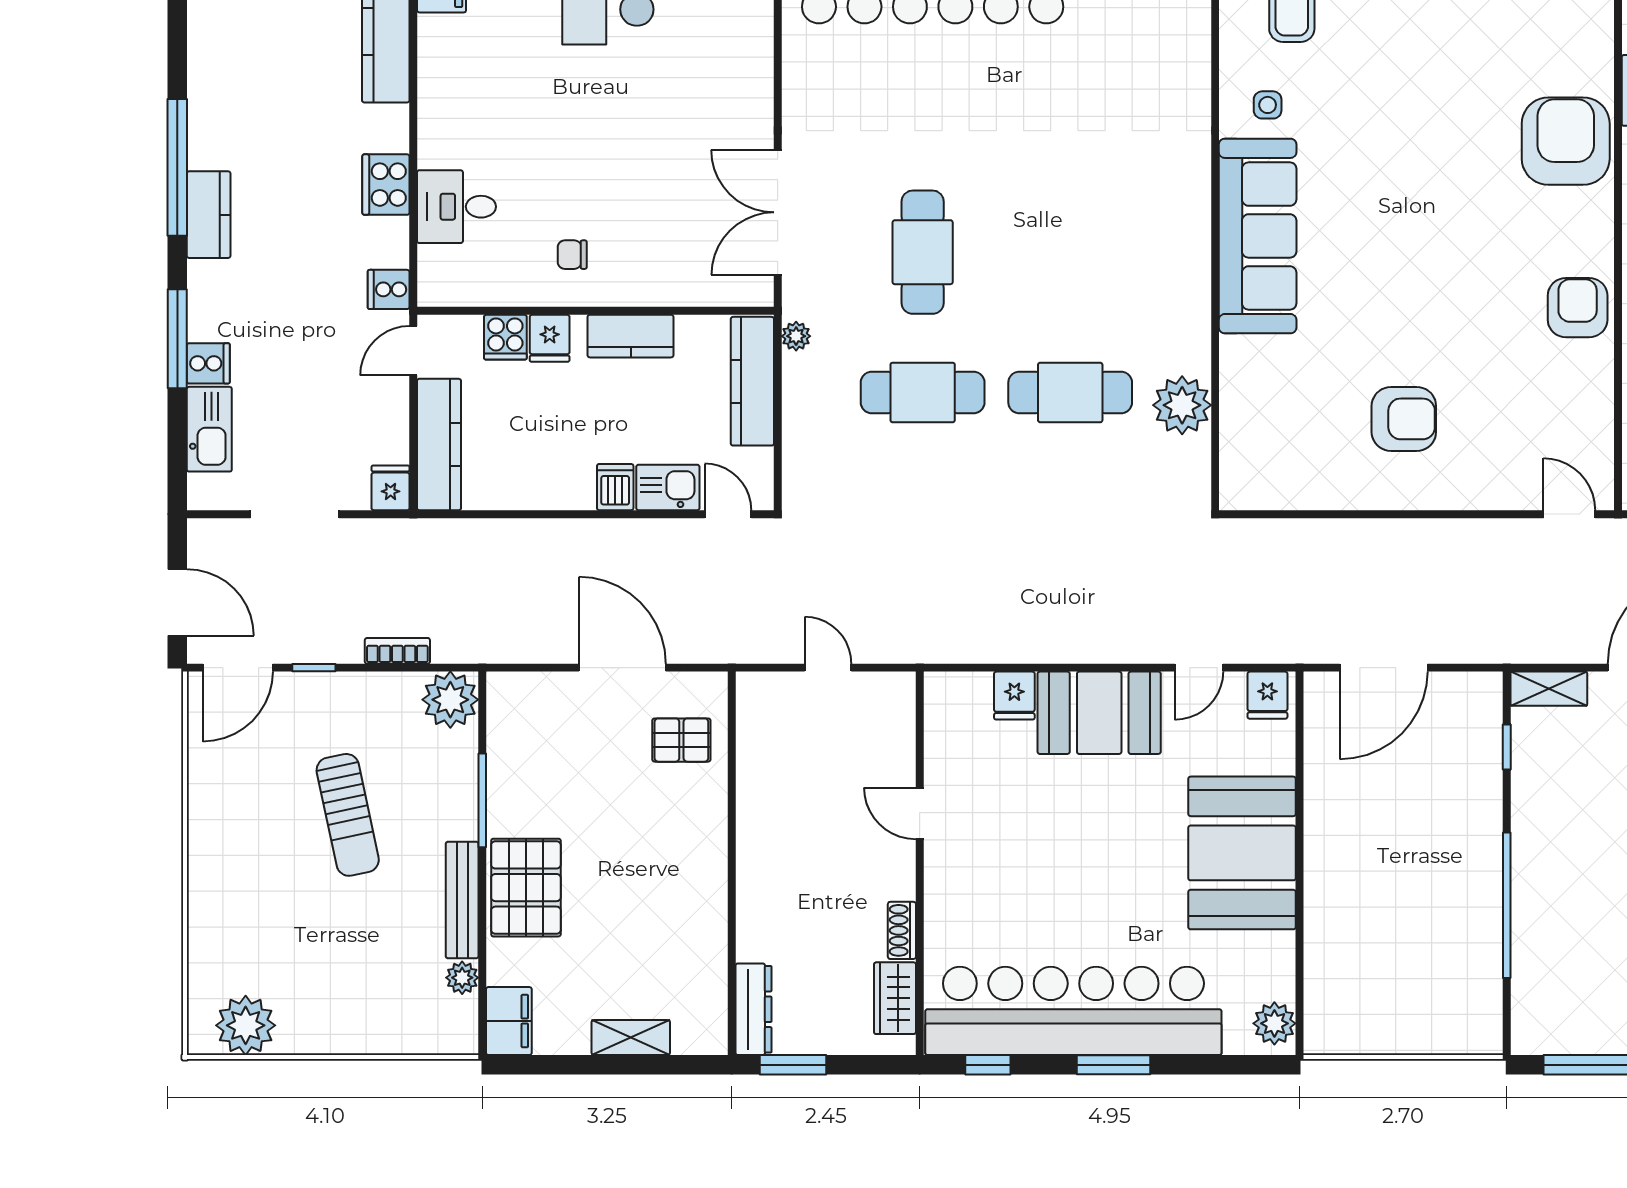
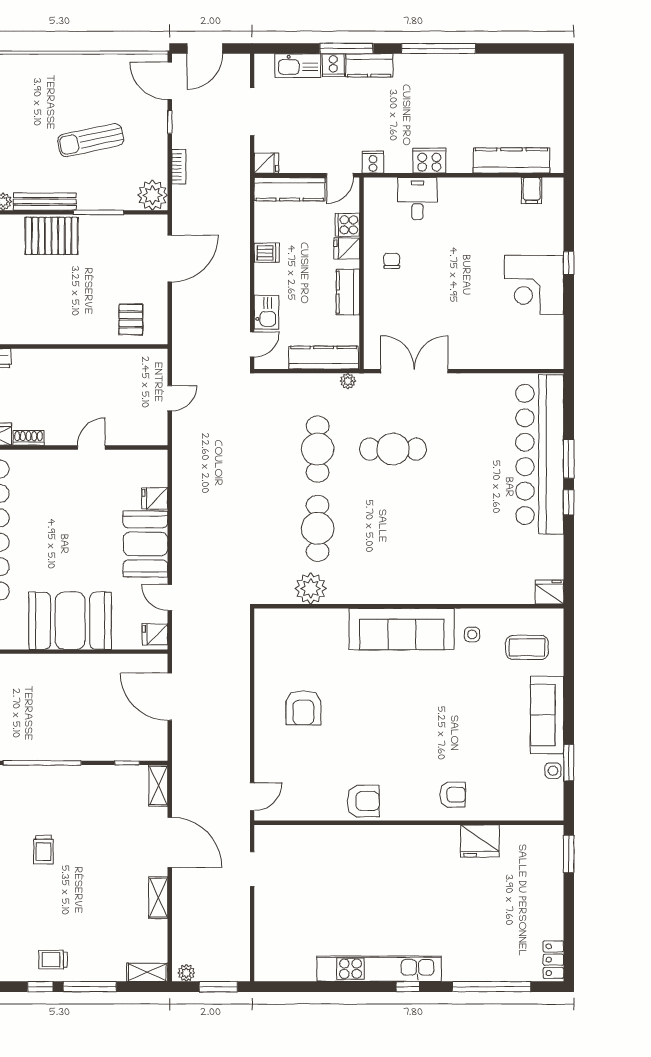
armchair: (1566, 141) -> (453, 795), width x0.53, depth x0.53
kitchen counter: (209, 215) -> (369, 65), moved
door: (413, 351) -> (340, 175), swing flipped
dishwasher: (615, 487) -> (267, 253), moved
door: (622, 668) -> (170, 259), moved

